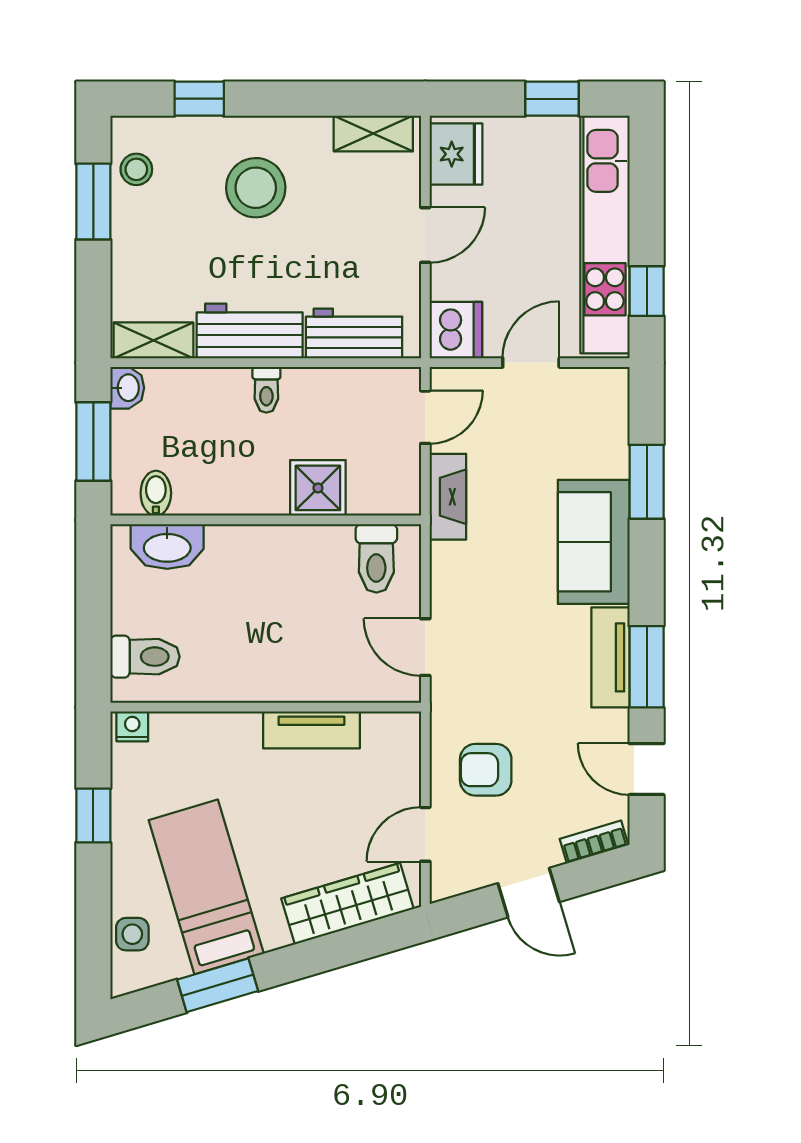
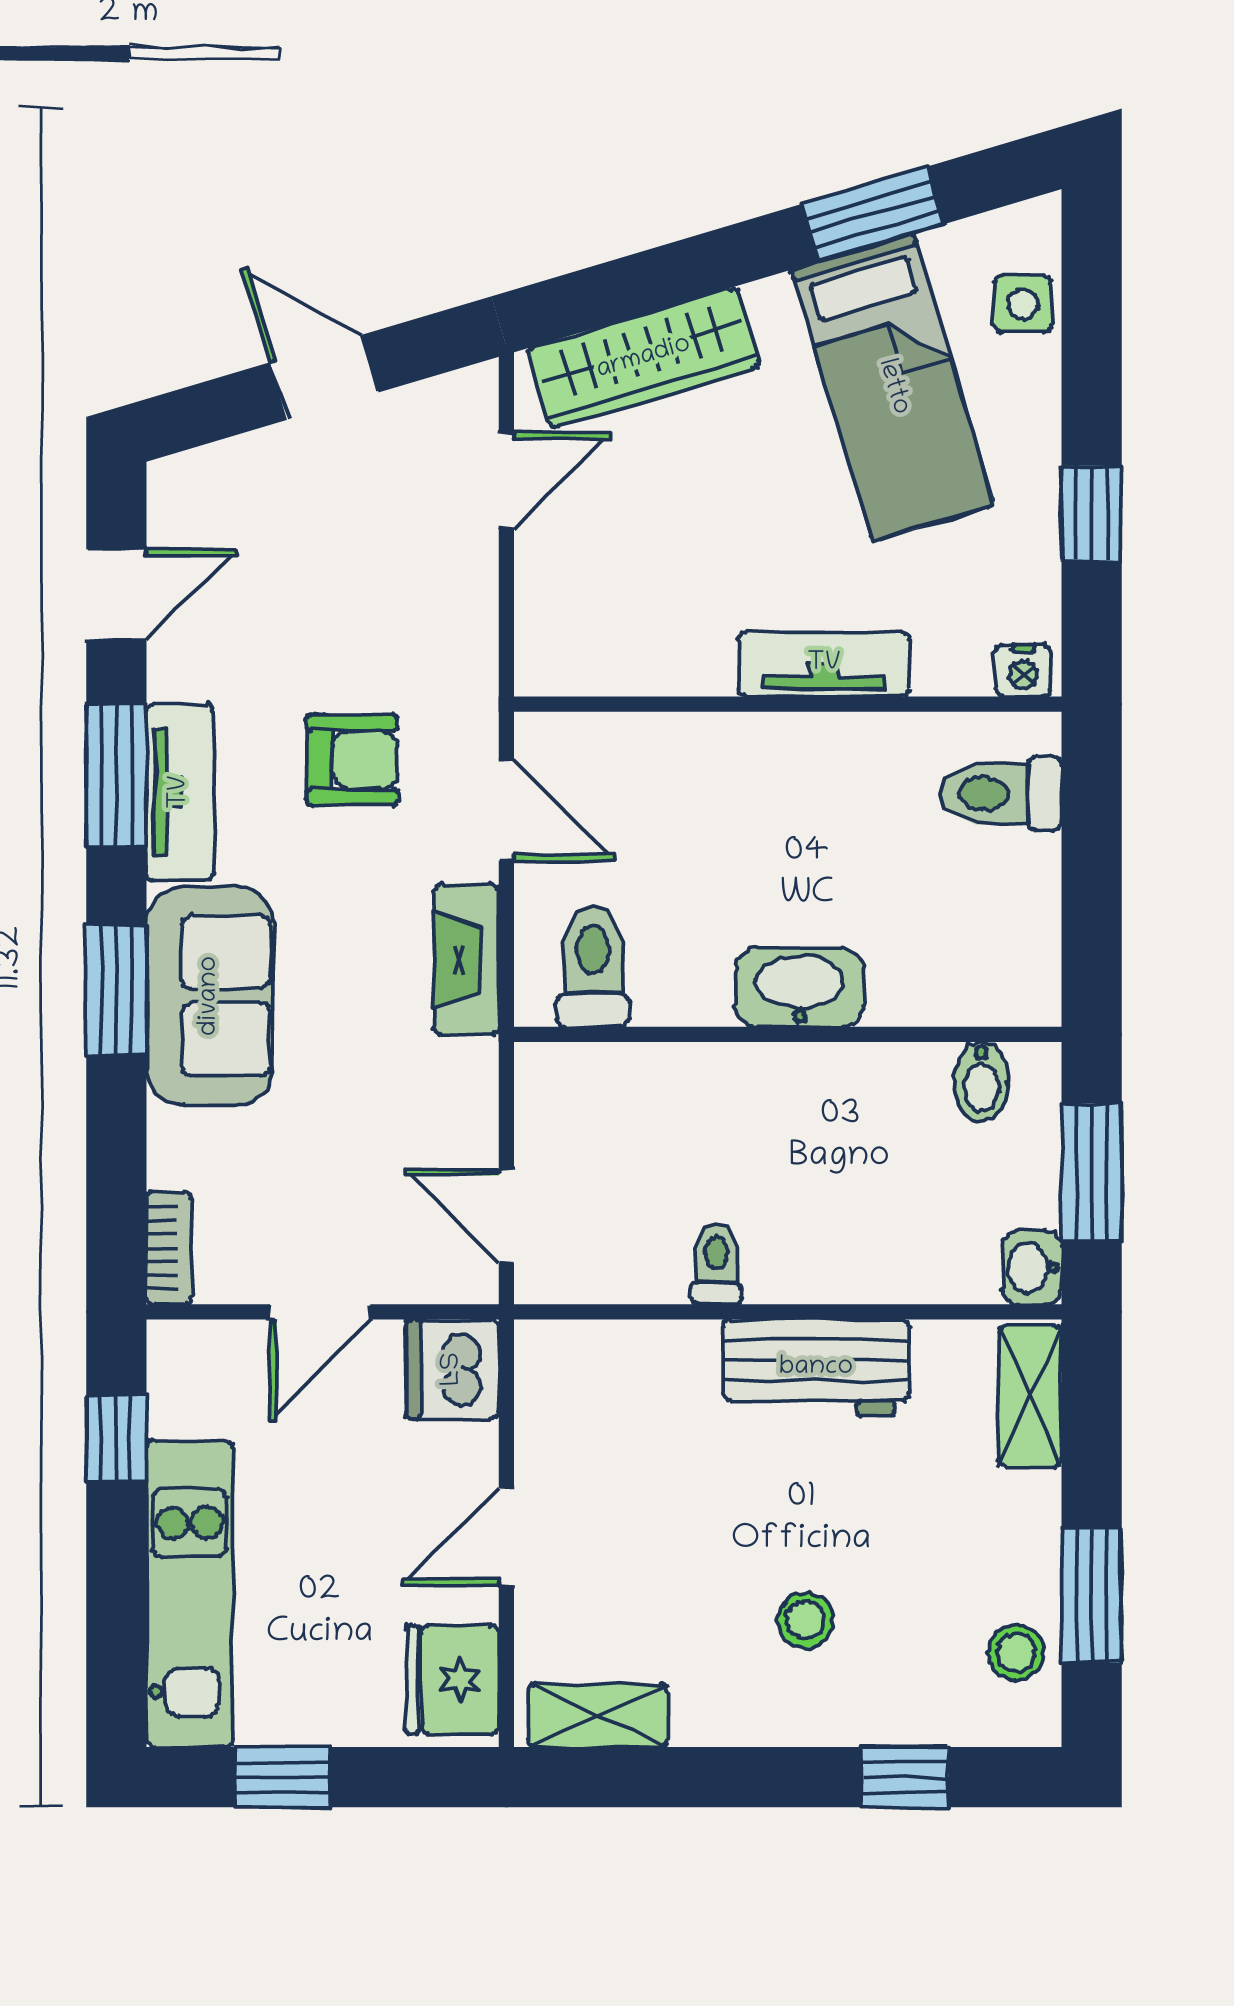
stool: (256, 188) -> (805, 1620), width x0.53, depth x0.53
kitchen unit: (605, 235) -> (190, 1594), width x0.73
workbench: (354, 333) -> (632, 1363), removed
shelving: (153, 340) -> (1030, 1396), moved, turned 90
toilet: (266, 390) -> (716, 1264), moved
door: (425, 417) -> (506, 1216), hinge flipped
window: (647, 482) -> (116, 990), moved
shower: (318, 488) -> (696, 1091), removed
fireplace: (448, 497) -> (467, 960), moved
washbasin: (167, 547) -> (799, 988), moved
tv unit: (311, 730) -> (824, 664), moved
door: (647, 769) -> (116, 595), hinge flipped
armchair: (486, 770) -> (352, 760), moved
bookcase: (594, 842) -> (169, 1248), moved, turned -73

